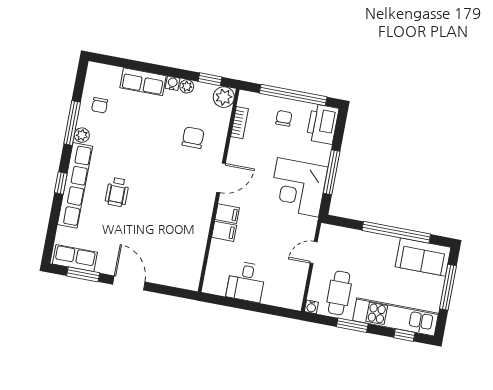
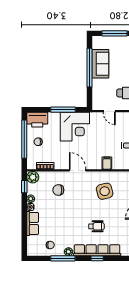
filing cabinet: (227, 214) -> (97, 163), removed
side table: (176, 218) -> (105, 191), added
sofa: (423, 257) -> (100, 64), moved

